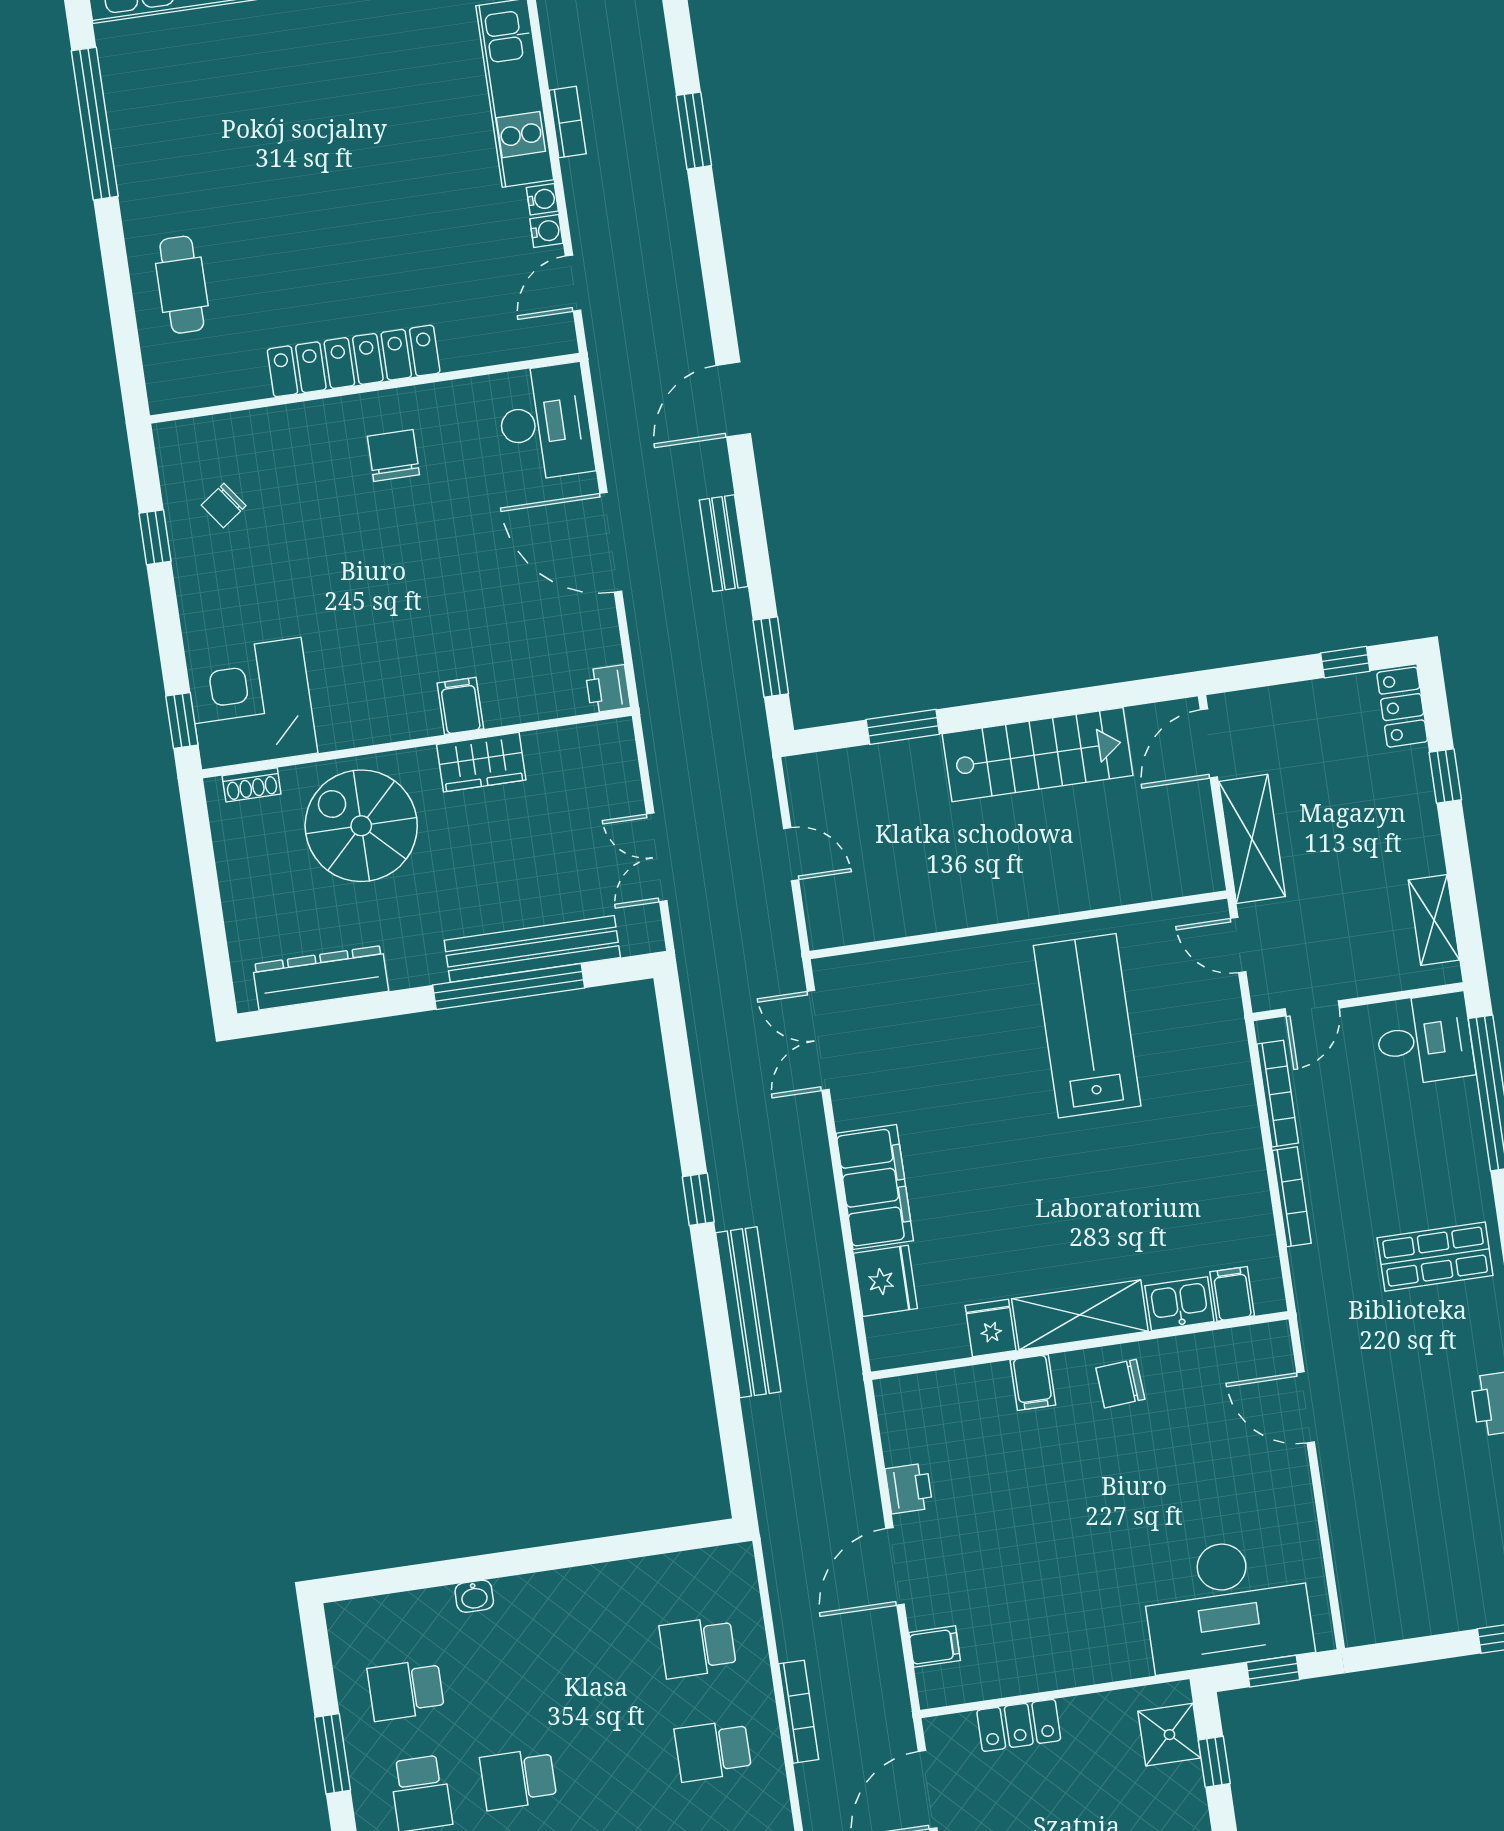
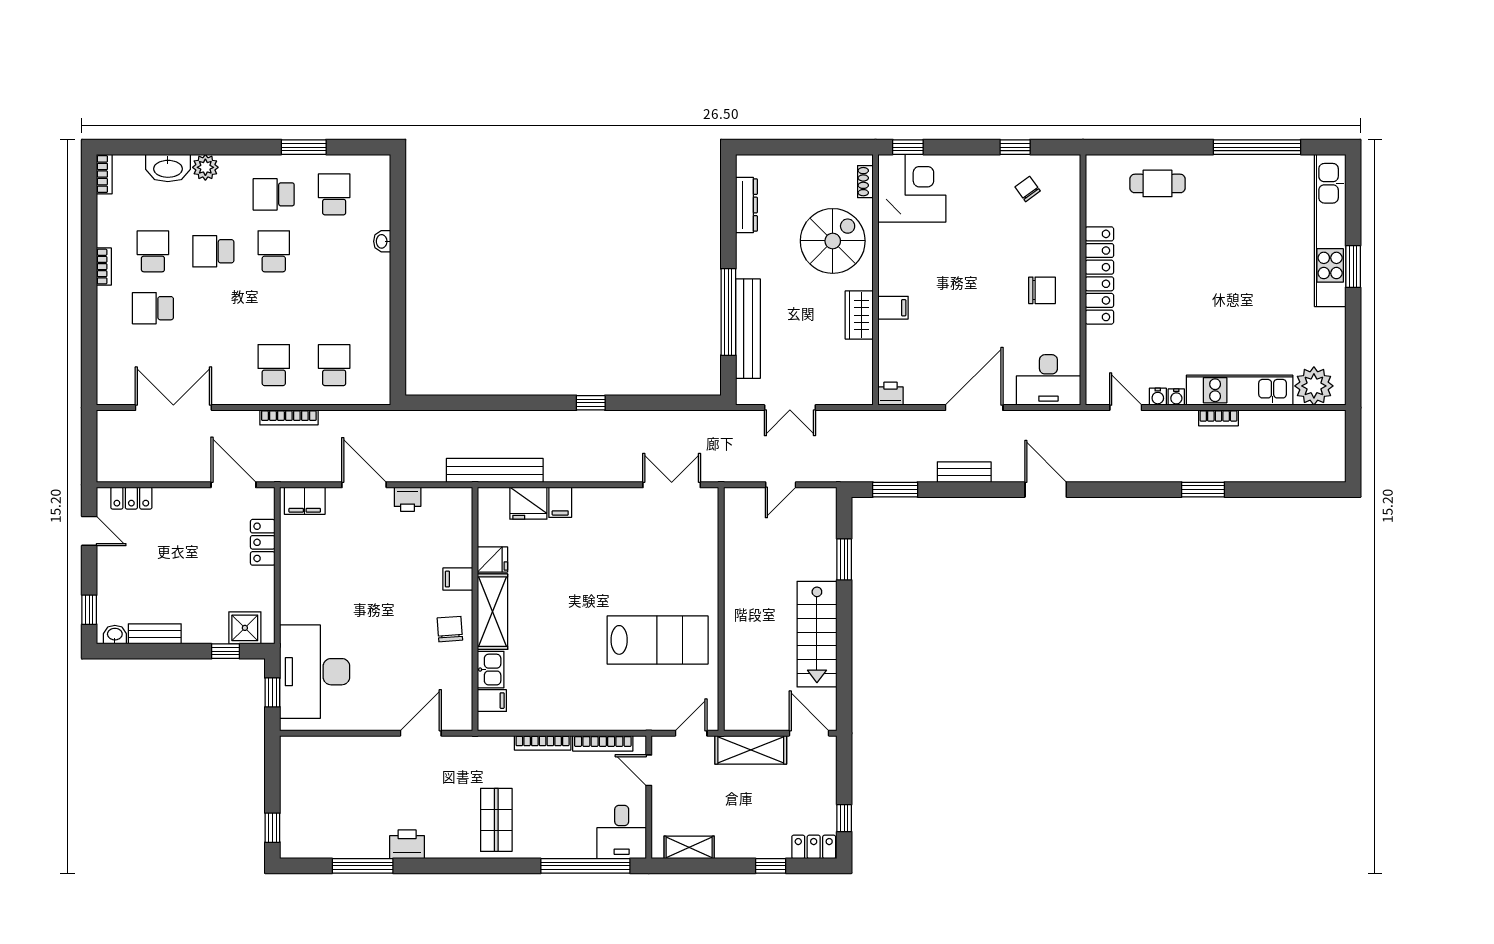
double door: (657, 857) -> (790, 408), swing flipped
dresser: (321, 978) -> (746, 205), width x0.73, depth x0.80
filing cabinet: (875, 1187) -> (560, 502), width x0.33, depth x0.86
bench: (748, 1312) -> (495, 470), moved
filing cabinet: (935, 1646) -> (305, 501), width x2.00

